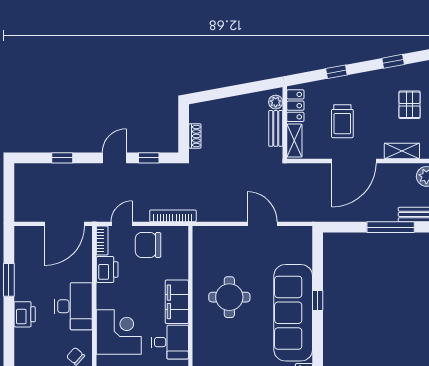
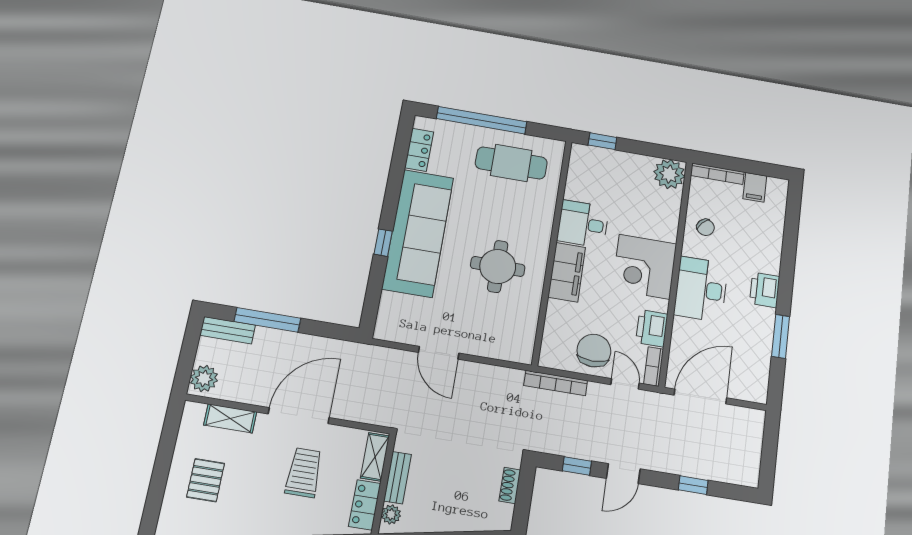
door: (122, 224) -> (625, 384), swing flipped
chair: (148, 245) -> (594, 351), turned -90
corner desk: (119, 332) -> (644, 267), moved

